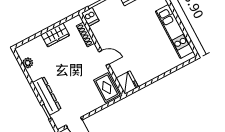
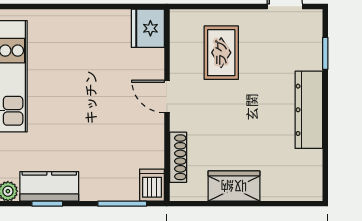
plant: (28, 63) -> (312, 161), removed
rug: (107, 88) -> (221, 53), moved
dresser: (47, 96) -> (309, 110), moved

